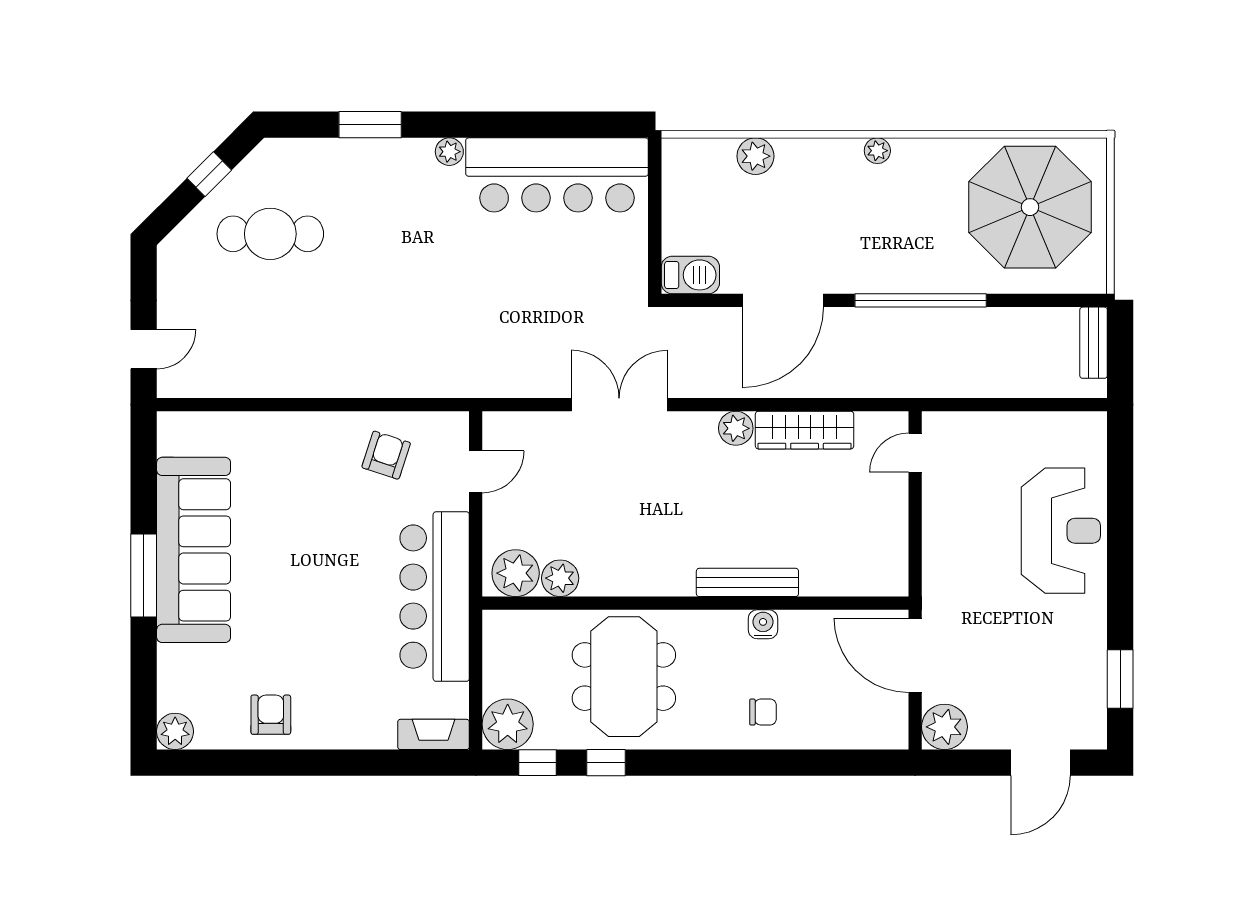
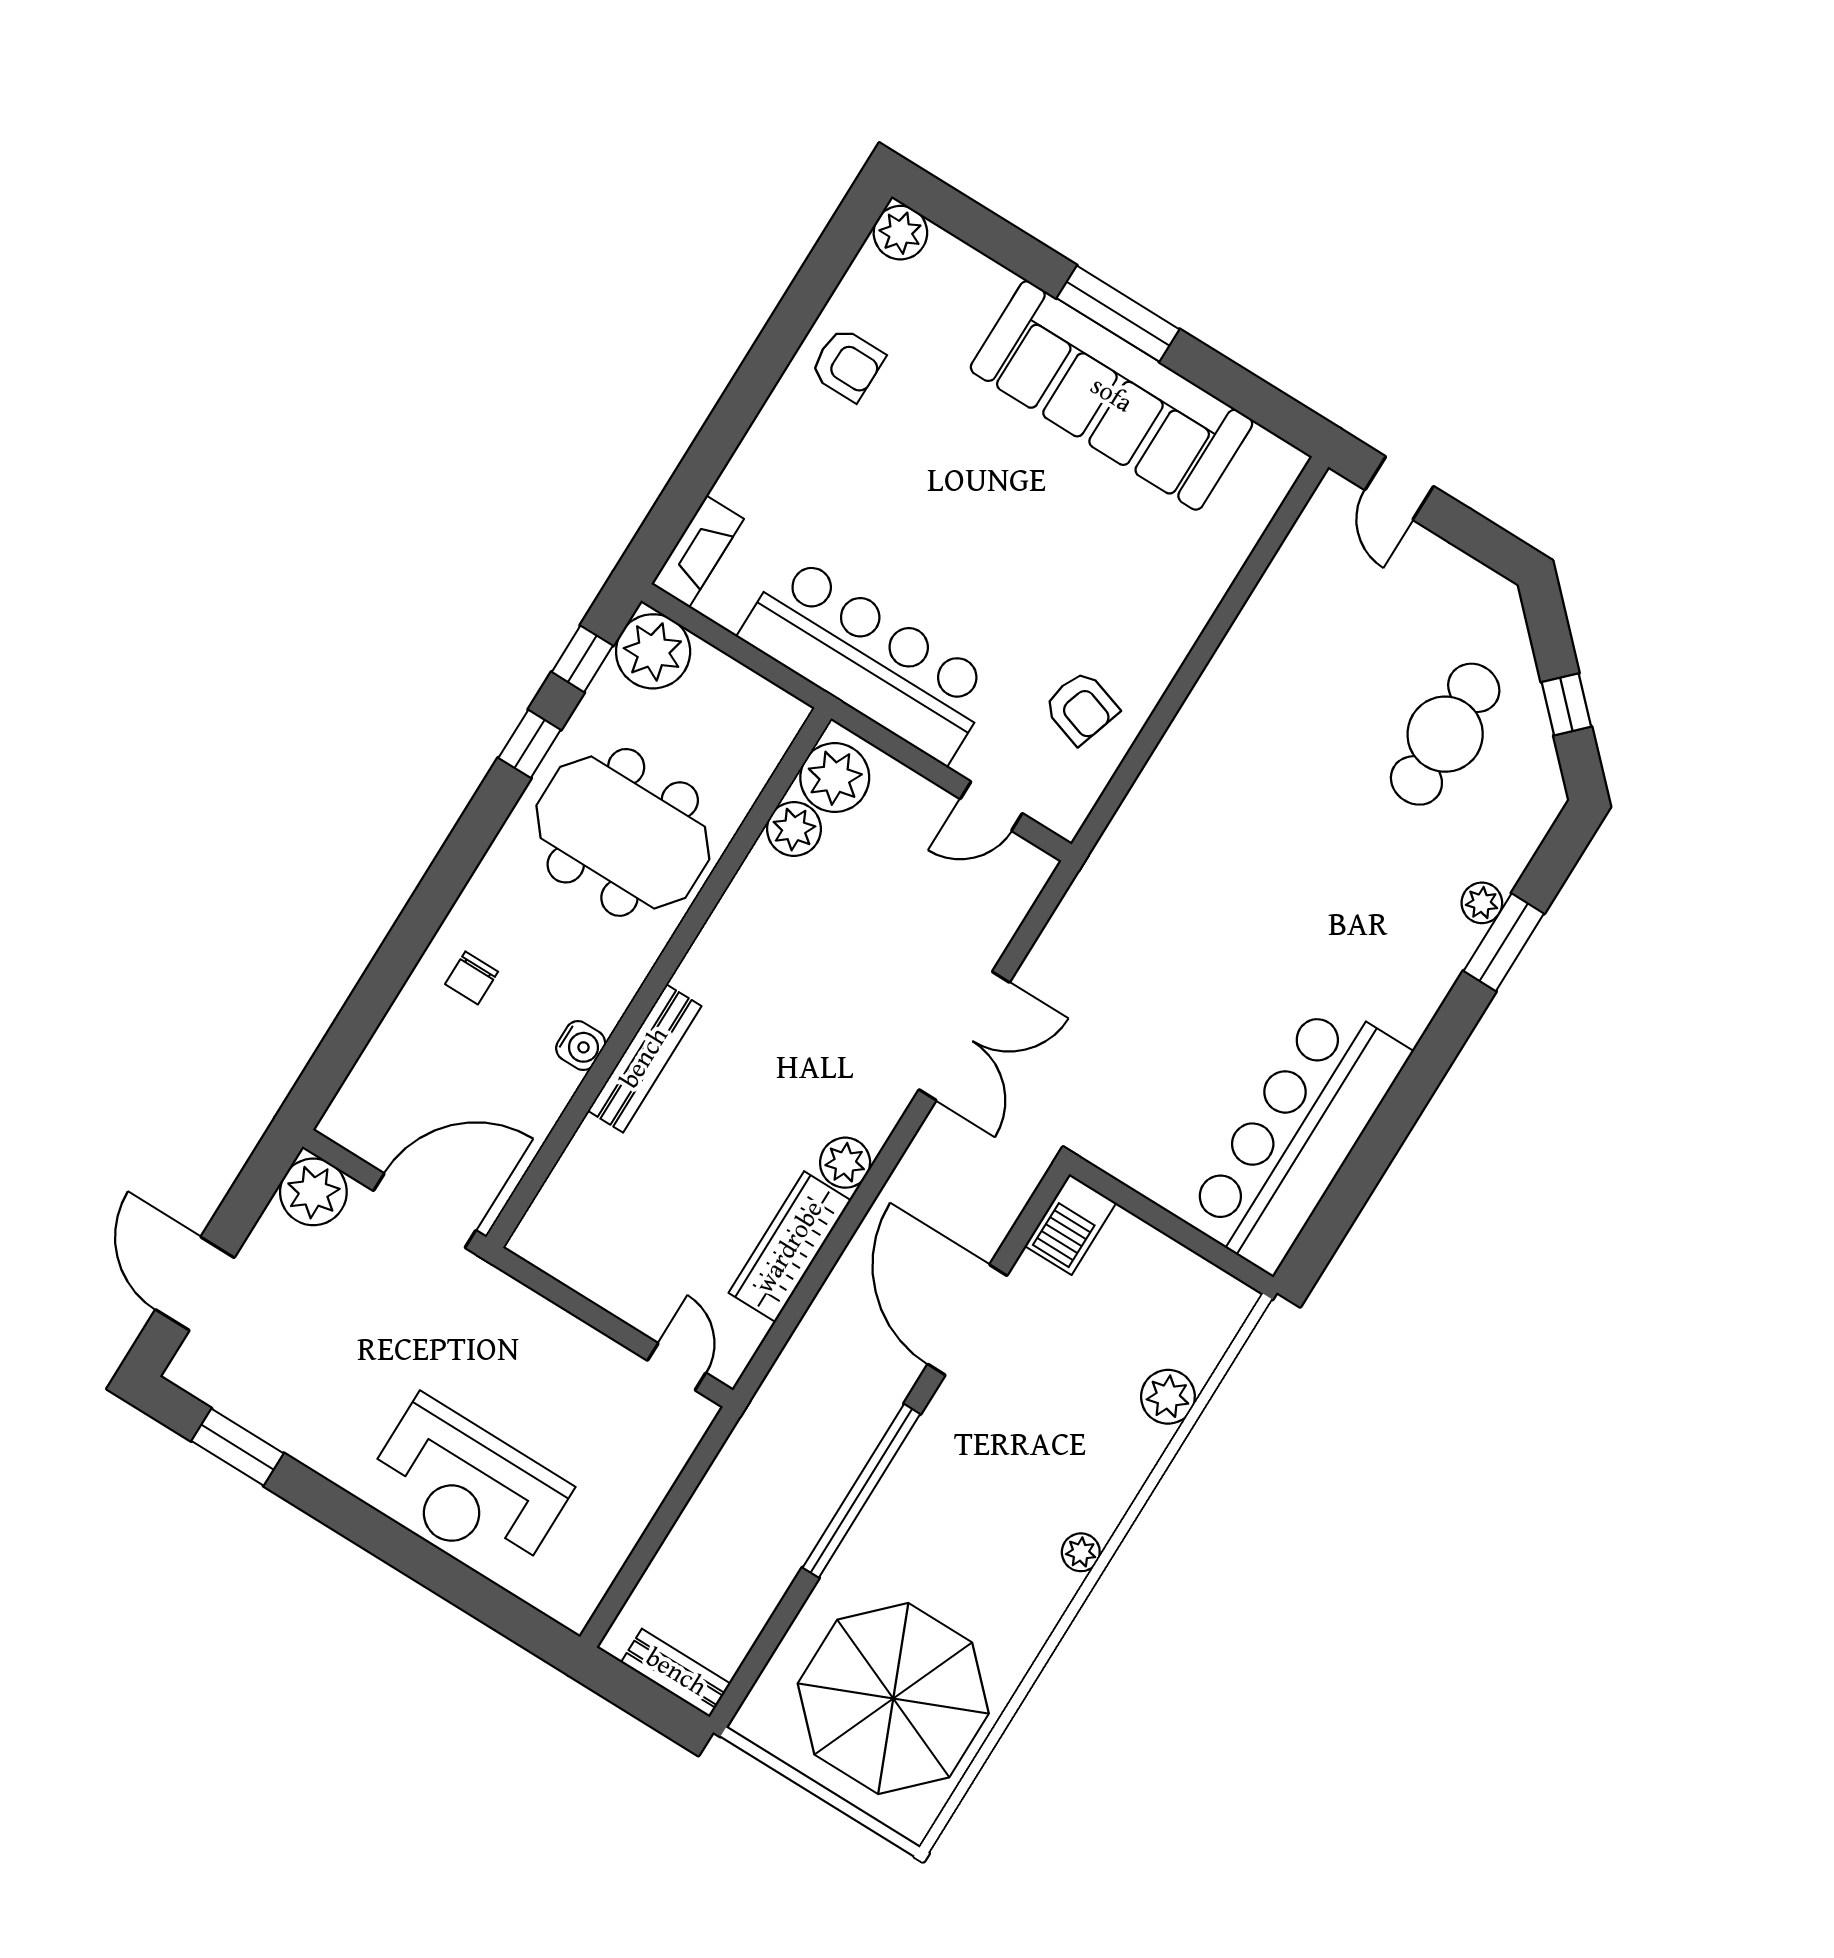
plant: (449, 152) -> (1482, 903), moved
door: (476, 472) -> (991, 806), hinge flipped

